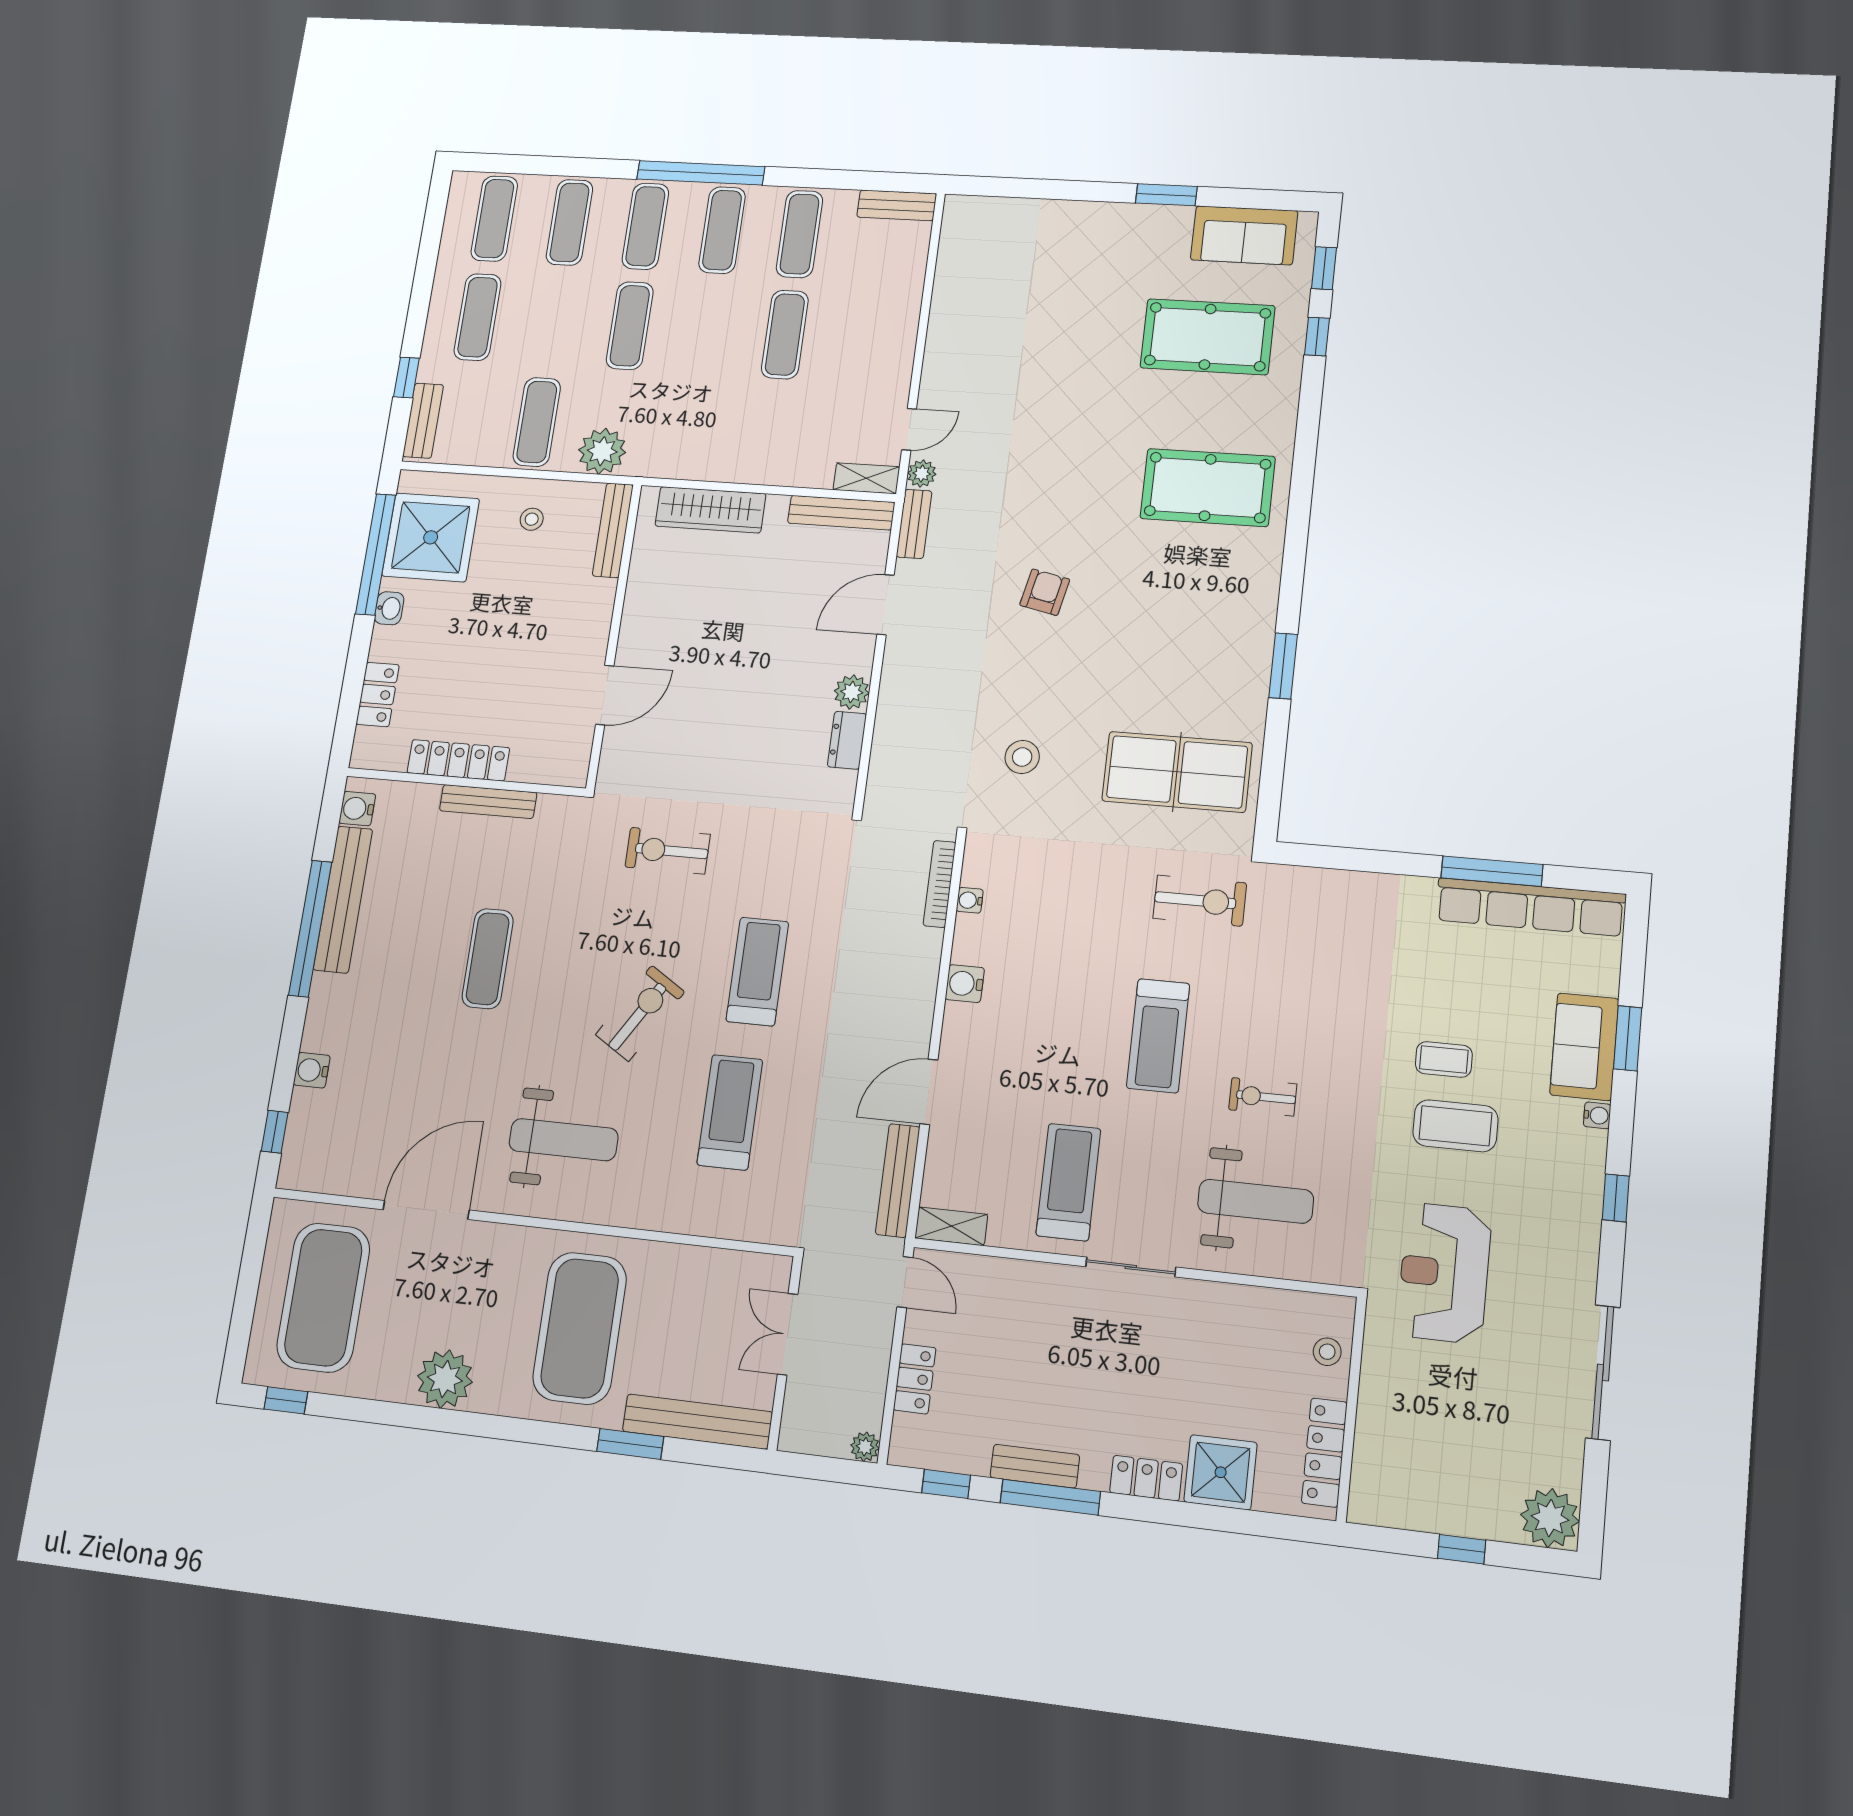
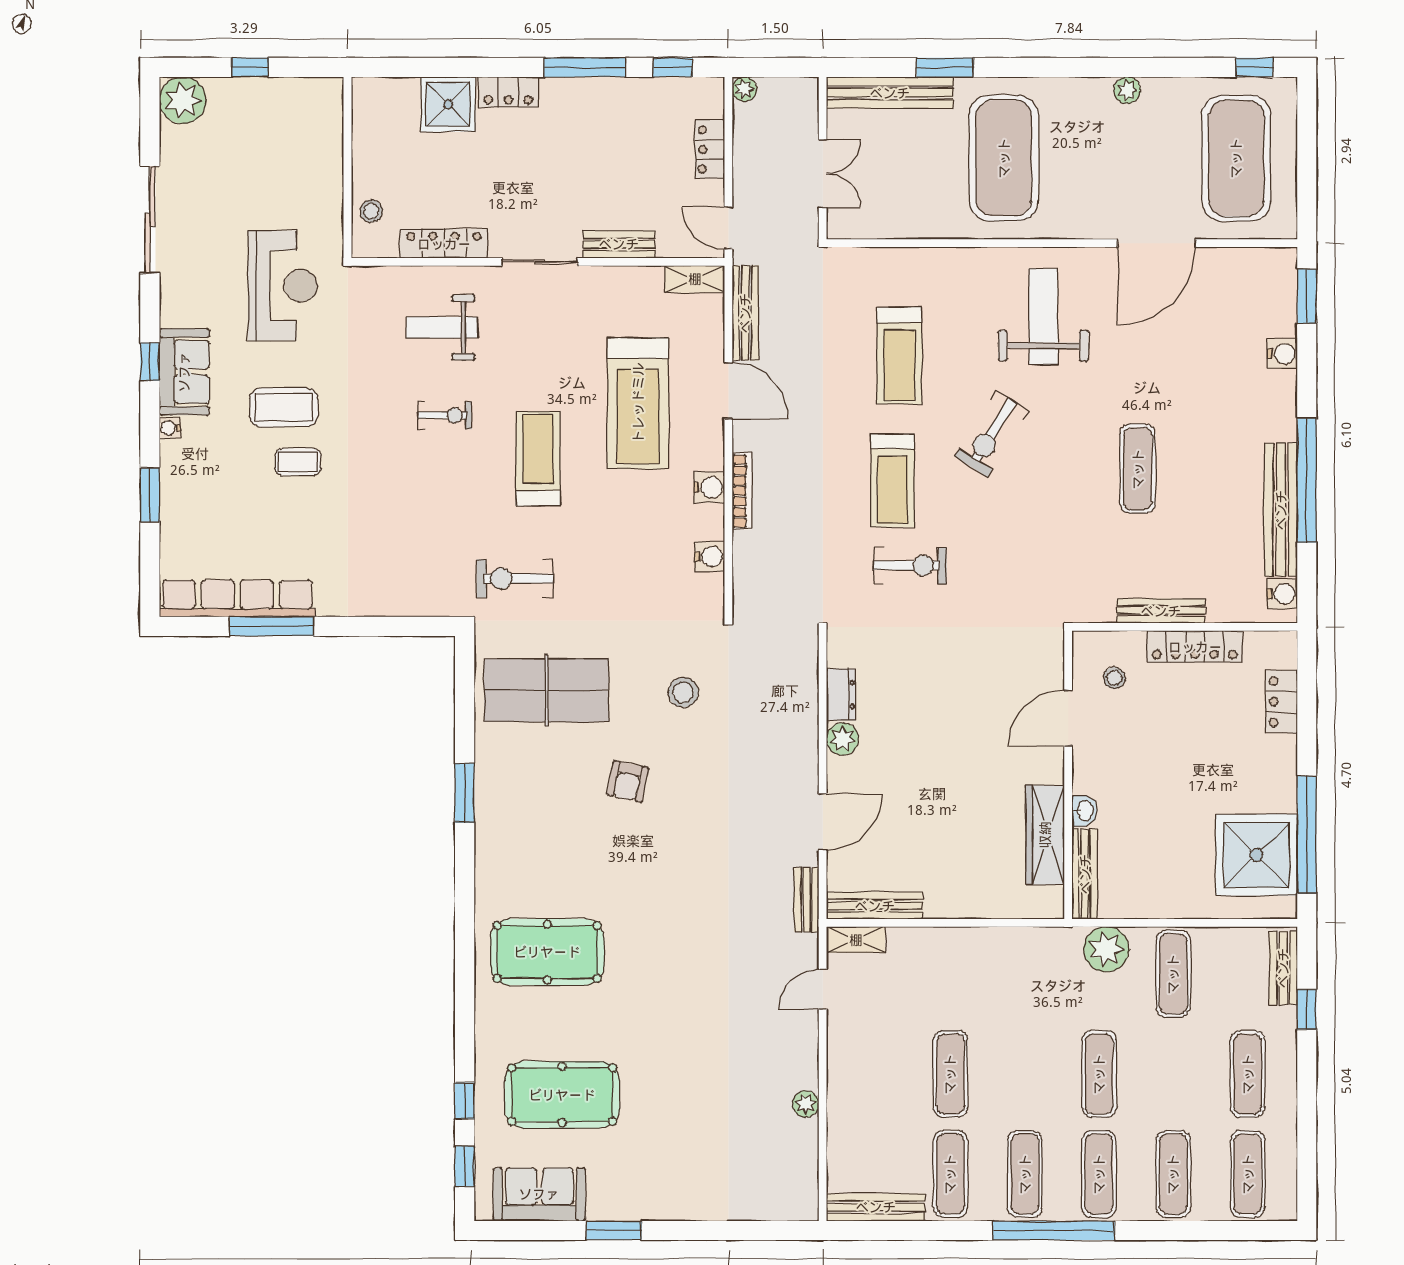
bench: (897, 205) -> (876, 1207), width x1.36
plant: (922, 474) -> (806, 1104), moved
wardrobe: (710, 510) -> (1045, 835), moved, turned -90
stool: (532, 519) -> (1114, 678), moved
armchair: (1045, 592) -> (628, 781), moved
washbasin: (389, 608) -> (1085, 811), moved, turned 180
exercise bike: (668, 851) -> (910, 565), moved
bookcase: (940, 884) -> (742, 491), moved
water cooler: (970, 900) -> (710, 556), width x1.38, depth x1.38
sofa: (1584, 1047) -> (184, 372), moved
door: (929, 1092) -> (728, 391), hinge flipped
window: (275, 1132) -> (1307, 296), width x1.50
weight bench: (564, 1140) -> (1043, 317), turned 90
treadmill: (1068, 1182) -> (638, 403), moved, width x1.37, depth x1.38
weight bench: (1256, 1201) -> (442, 327), width x0.73, depth x0.75
plant: (445, 1379) -> (1127, 90), width x0.53, depth x0.53
locker: (1324, 1453) -> (444, 244), moved, turned -90
bench: (1035, 1466) -> (619, 244), moved

